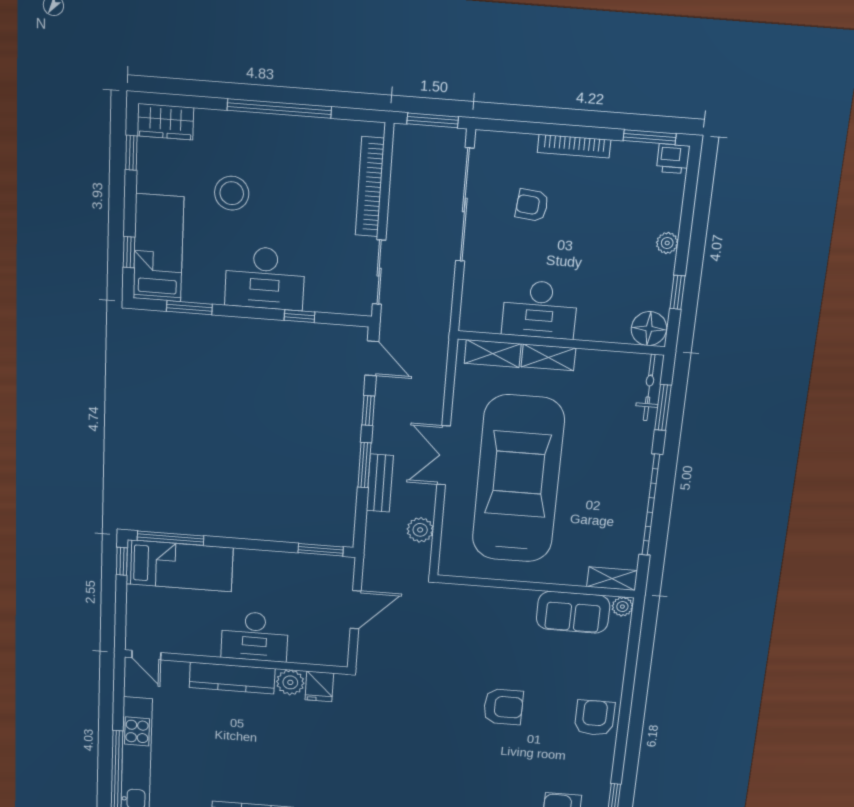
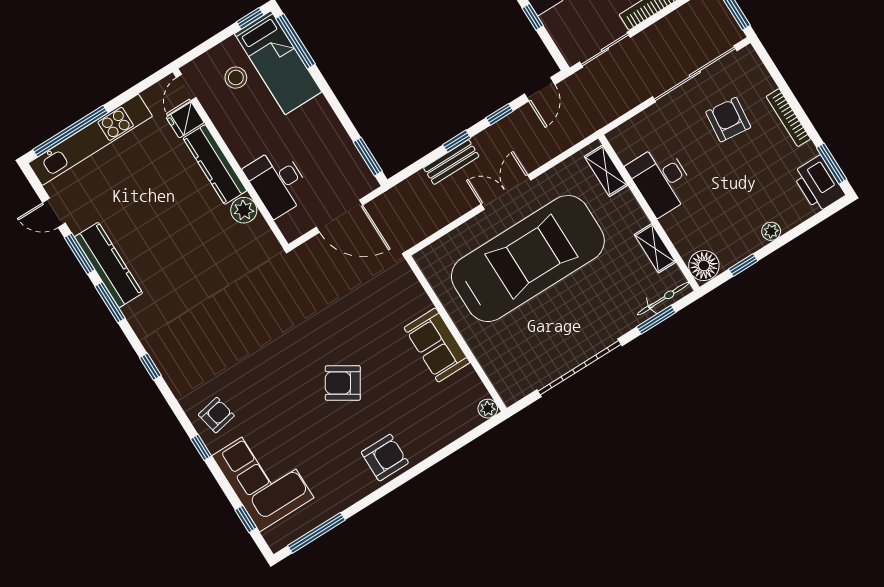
printer: (673, 159) -> (819, 184), width x1.87, depth x1.48
armchair: (532, 205) -> (728, 120), width x1.38, depth x1.38
shelving: (548, 357) -> (655, 248), moved
window: (364, 465) -> (457, 141), width x0.67
plant: (420, 530) -> (437, 217), removed
shelving: (612, 579) -> (503, 384), removed
stool: (167, 609) -> (236, 78), added
door: (356, 610) -> (339, 216), width x1.36
sofa: (573, 612) -> (437, 345), moved
desk: (255, 636) -> (278, 182), moved
fridge: (319, 686) -> (185, 120), moved
armchair: (503, 707) -> (343, 383), turned 122

